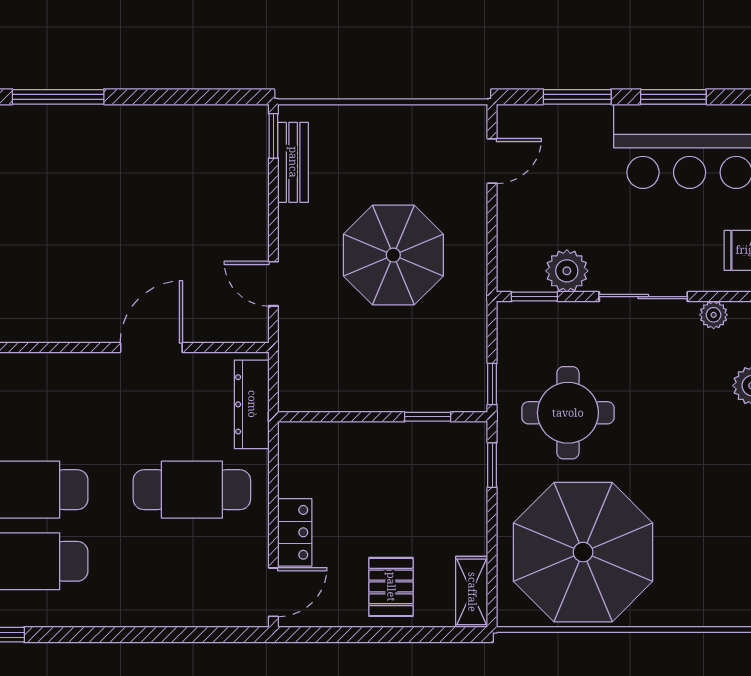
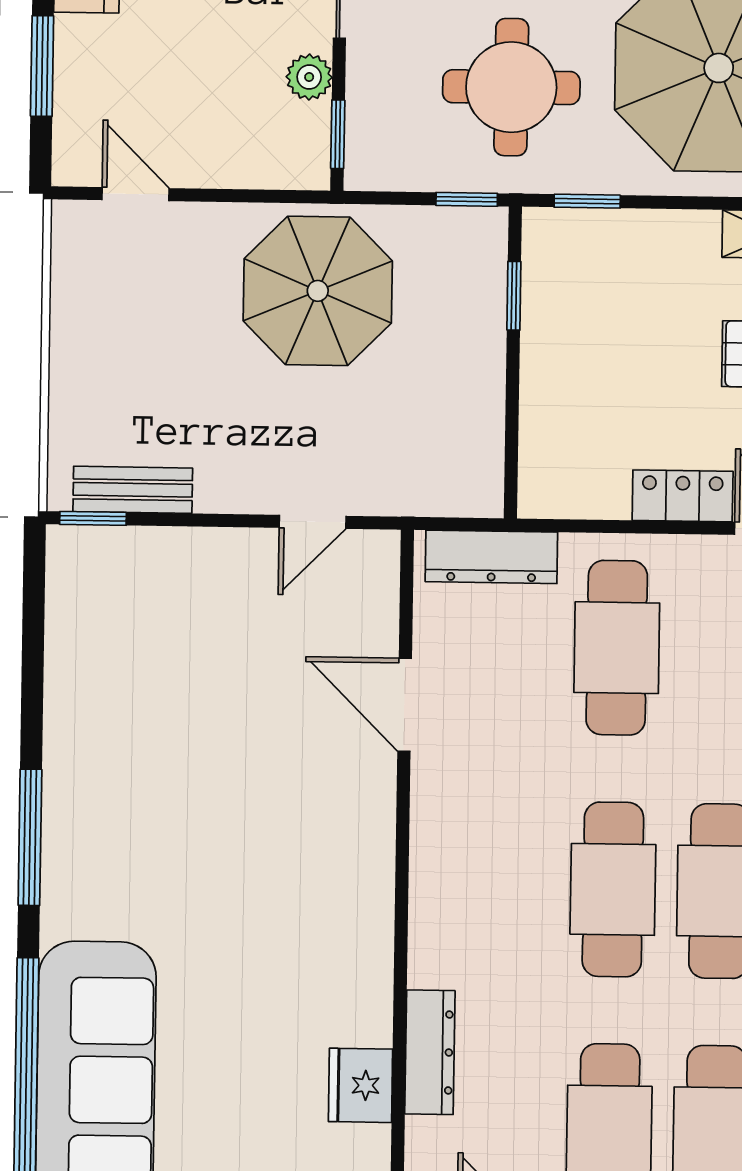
parasol: (393, 255) -> (318, 291), moved
plant: (567, 271) -> (309, 77), width x0.73, depth x0.73

